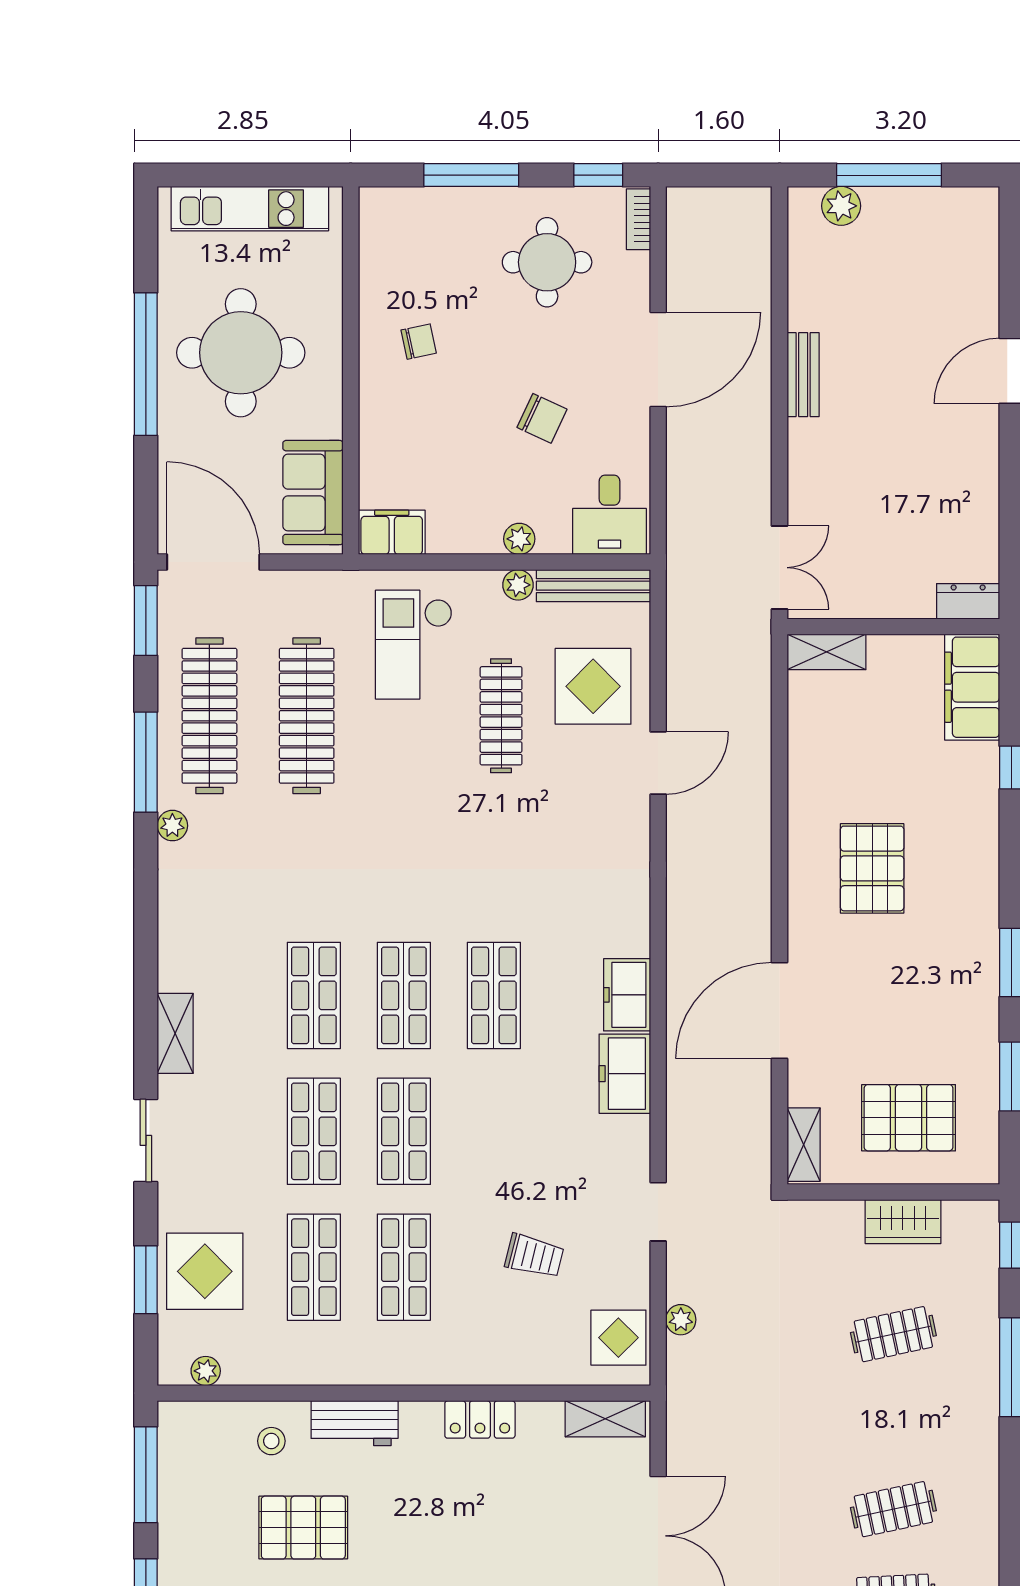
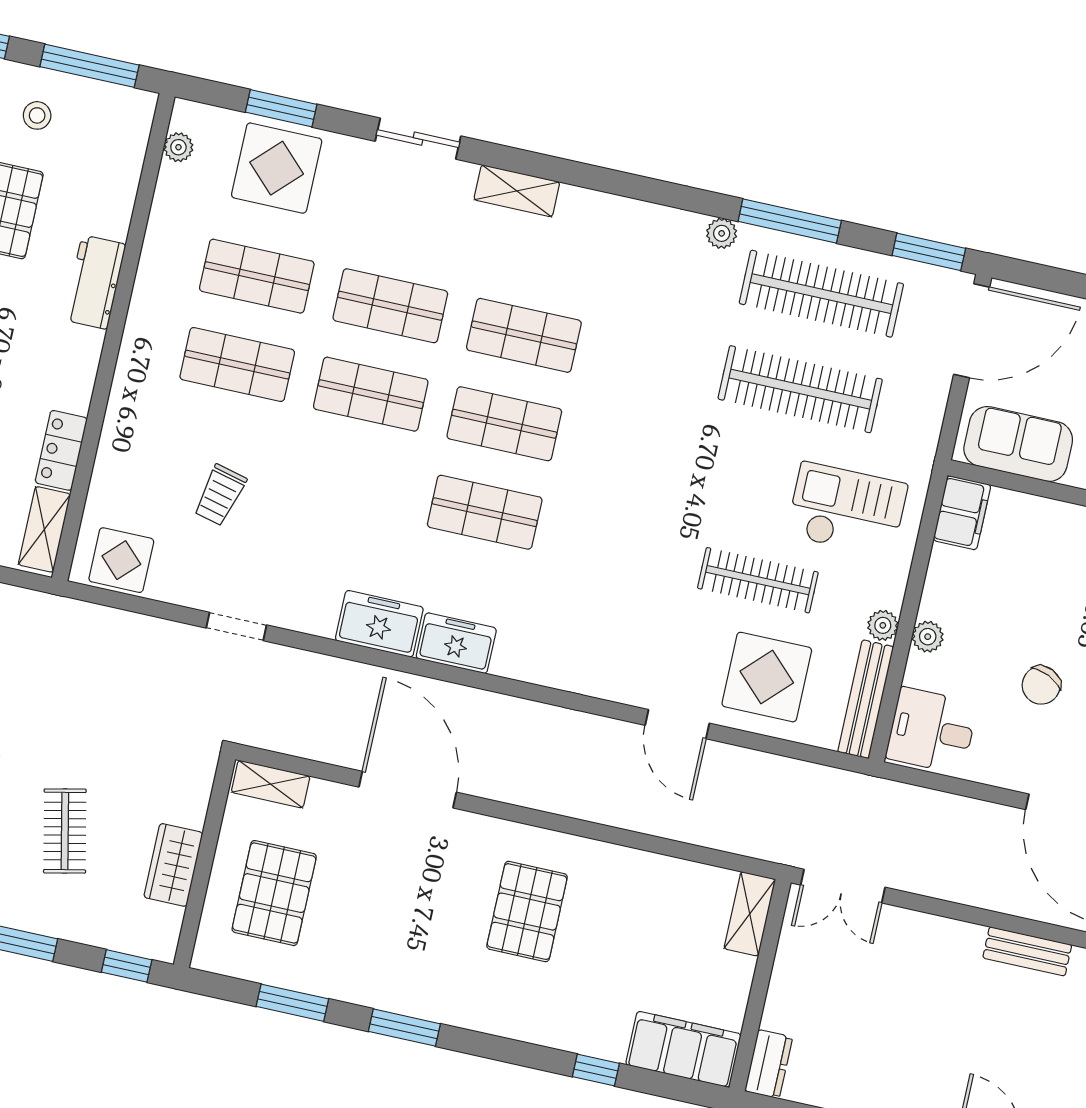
pallet: (872, 868) -> (527, 912), turned 90
plant: (681, 1320) -> (125, 625), removed
locker: (480, 1419) -> (61, 450), moved
stool: (271, 1441) -> (37, 115), moved

